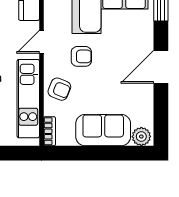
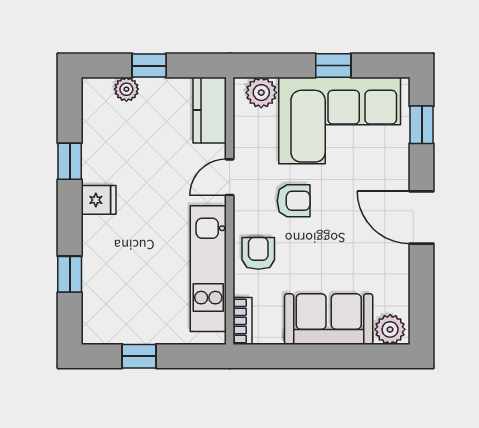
door: (161, 67) -> (422, 217), hinge flipped
armchair: (59, 89) -> (258, 253), turned -112

